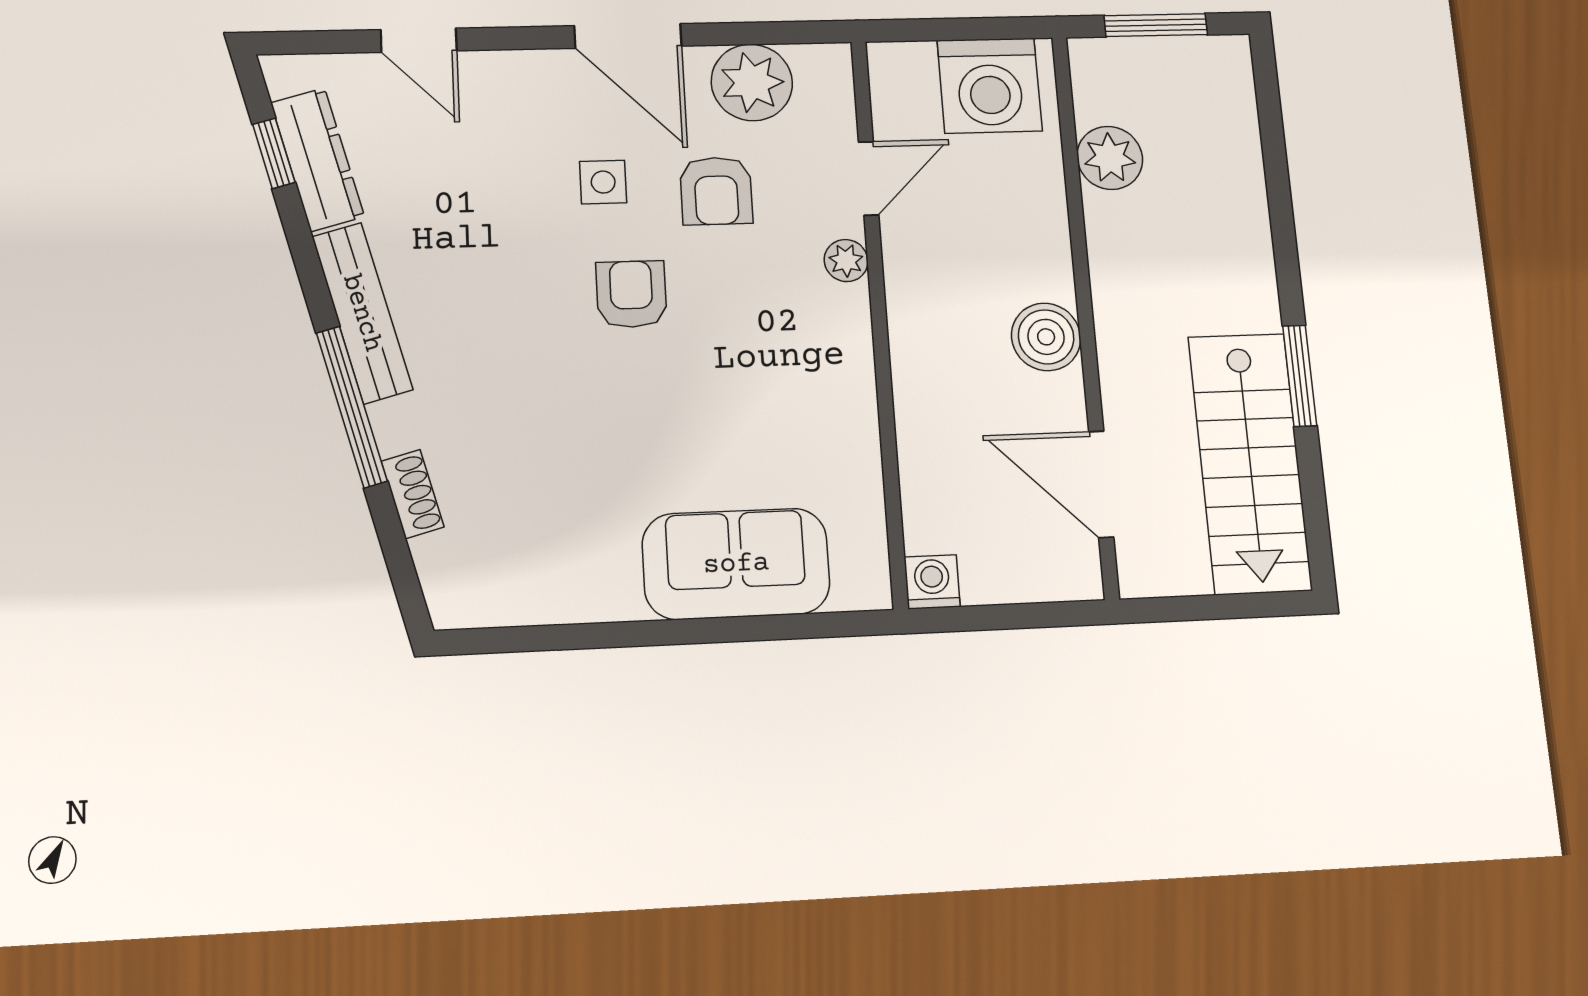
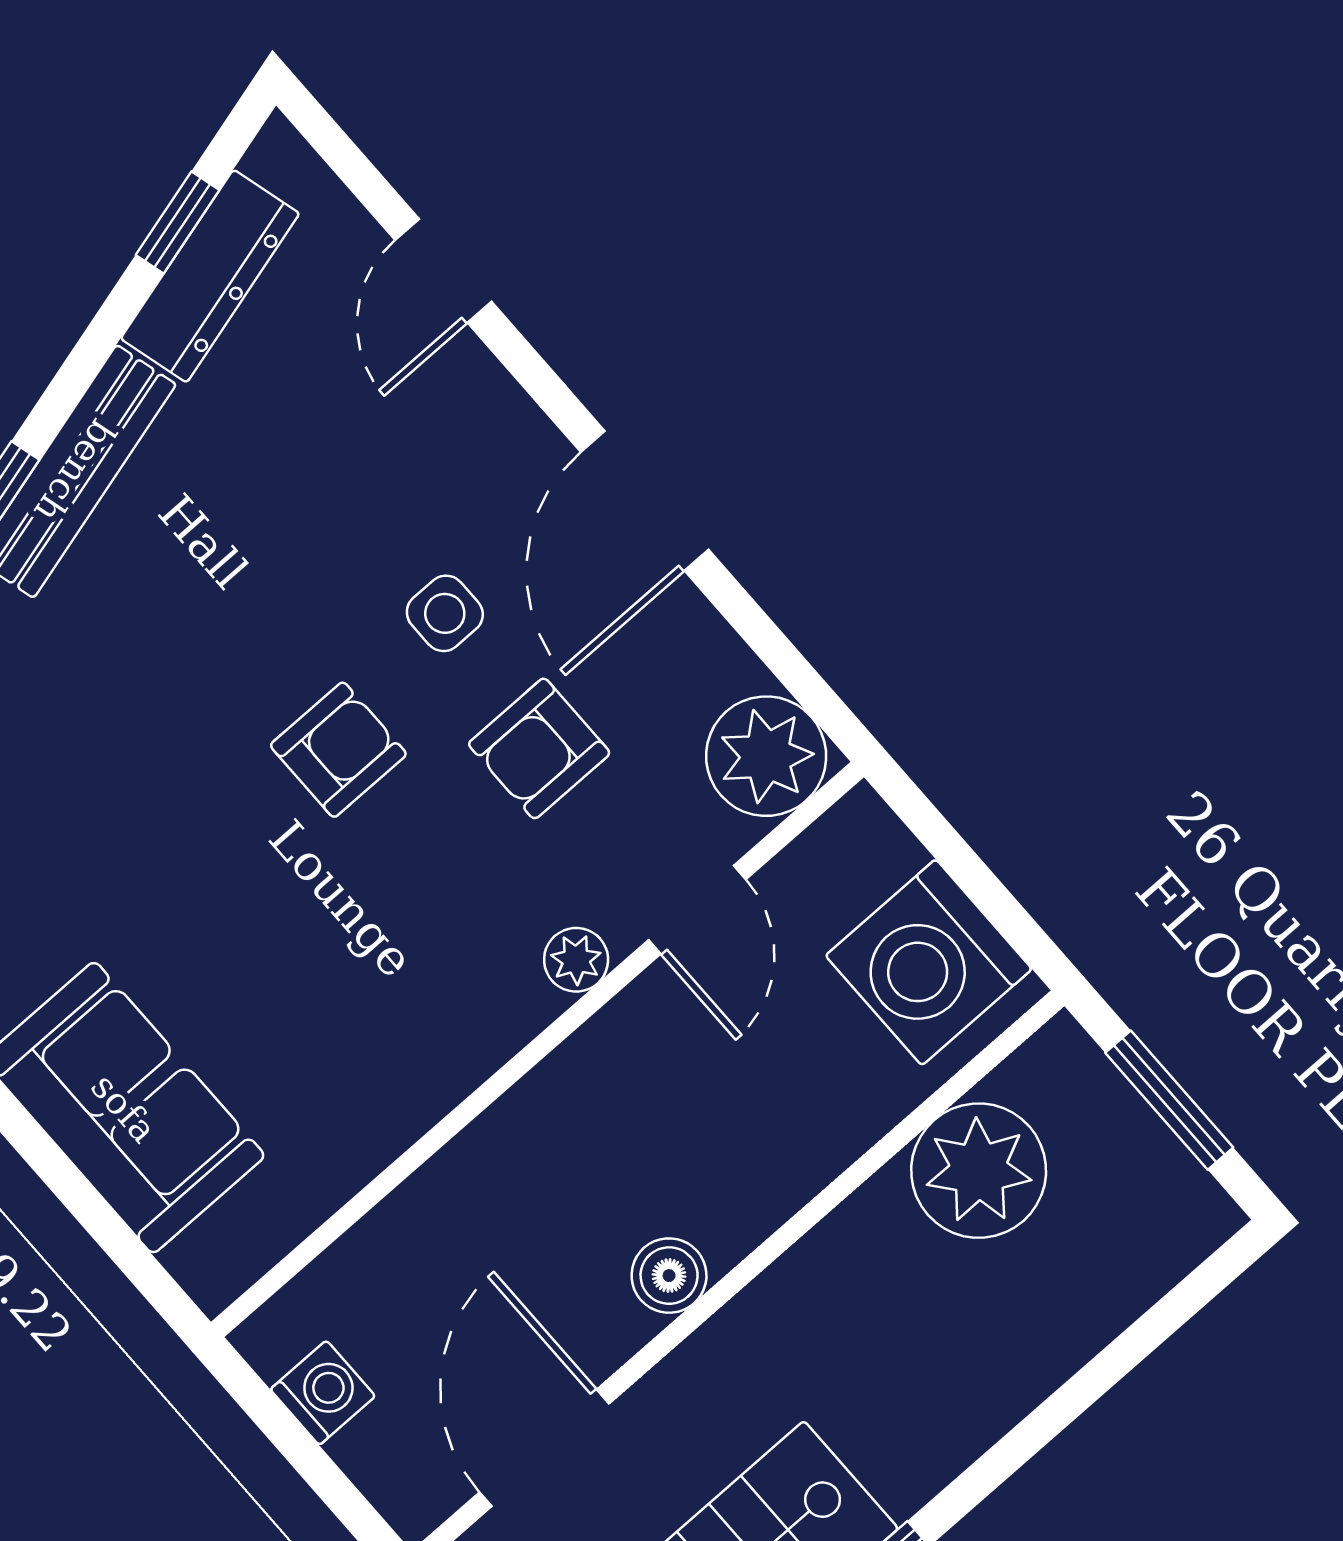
plant: (752, 82) -> (766, 756), moved
plant: (1110, 158) -> (979, 1171), width x1.36, depth x1.36
door: (869, 178) -> (697, 910), hinge flipped
boiler: (1046, 337) -> (669, 1276), width x0.73, depth x0.73
washing machine: (932, 582) -> (323, 1393), moved

